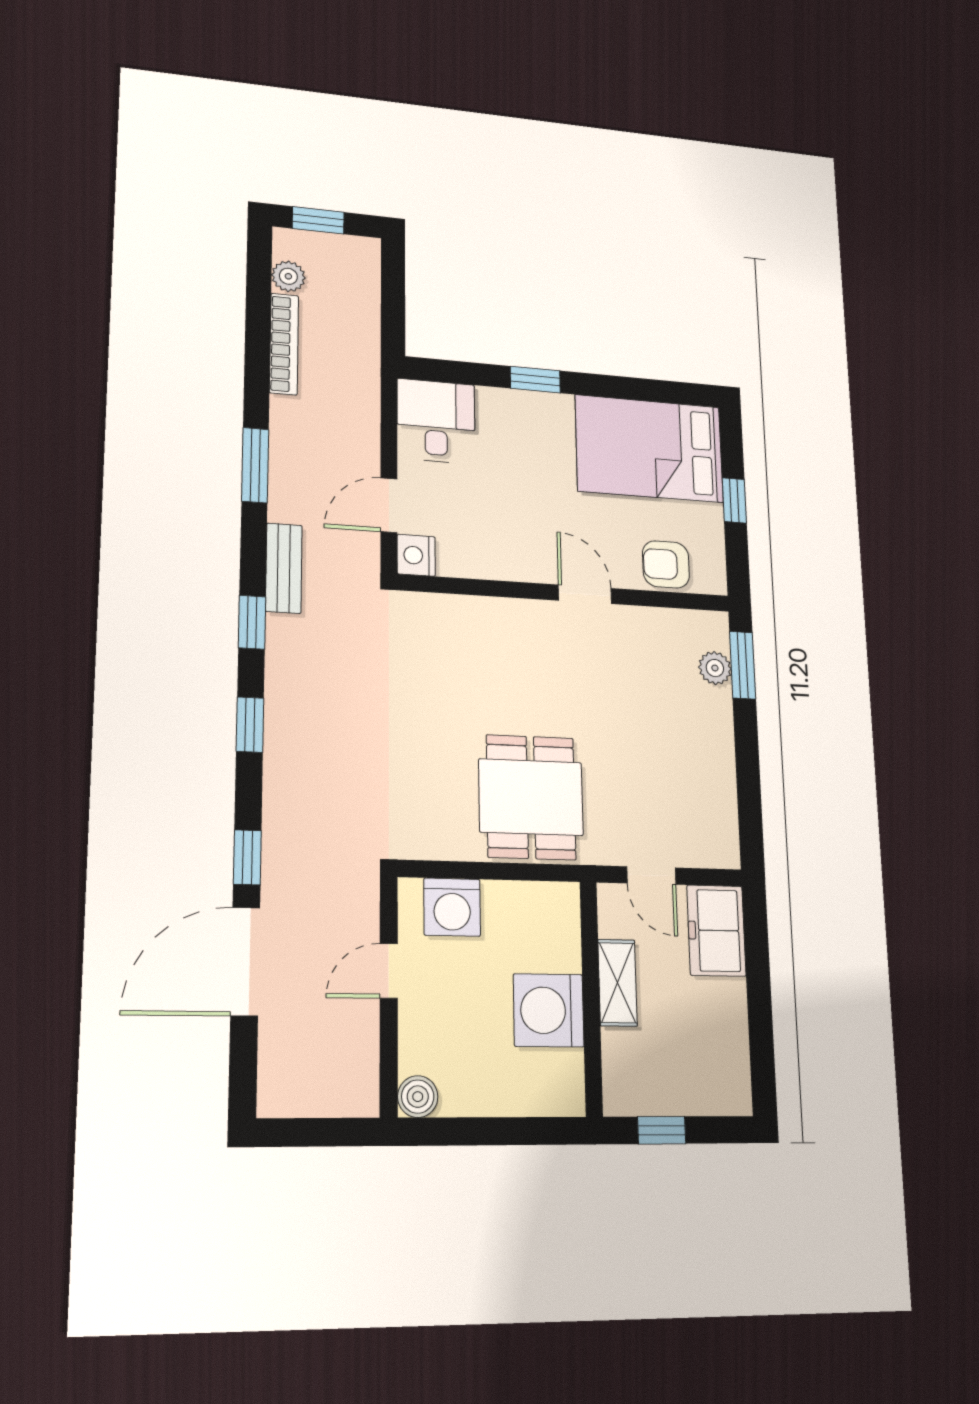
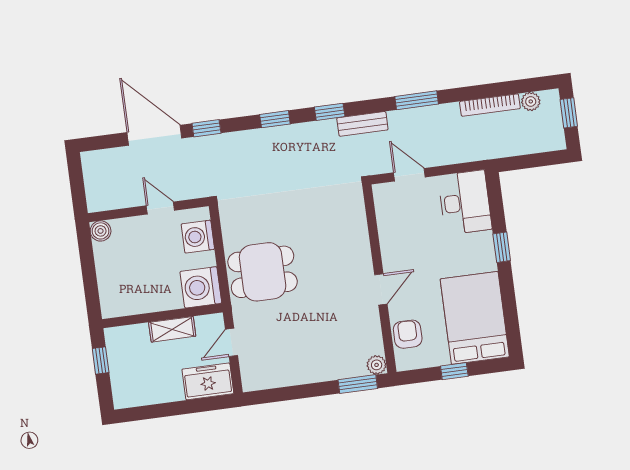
desk: (436, 421) -> (465, 202), width x1.37
nightstand: (416, 555) -> (384, 193), removed
plant: (715, 668) -> (377, 365), moved
washing machine: (549, 1010) -> (201, 287), moved, turned -90

